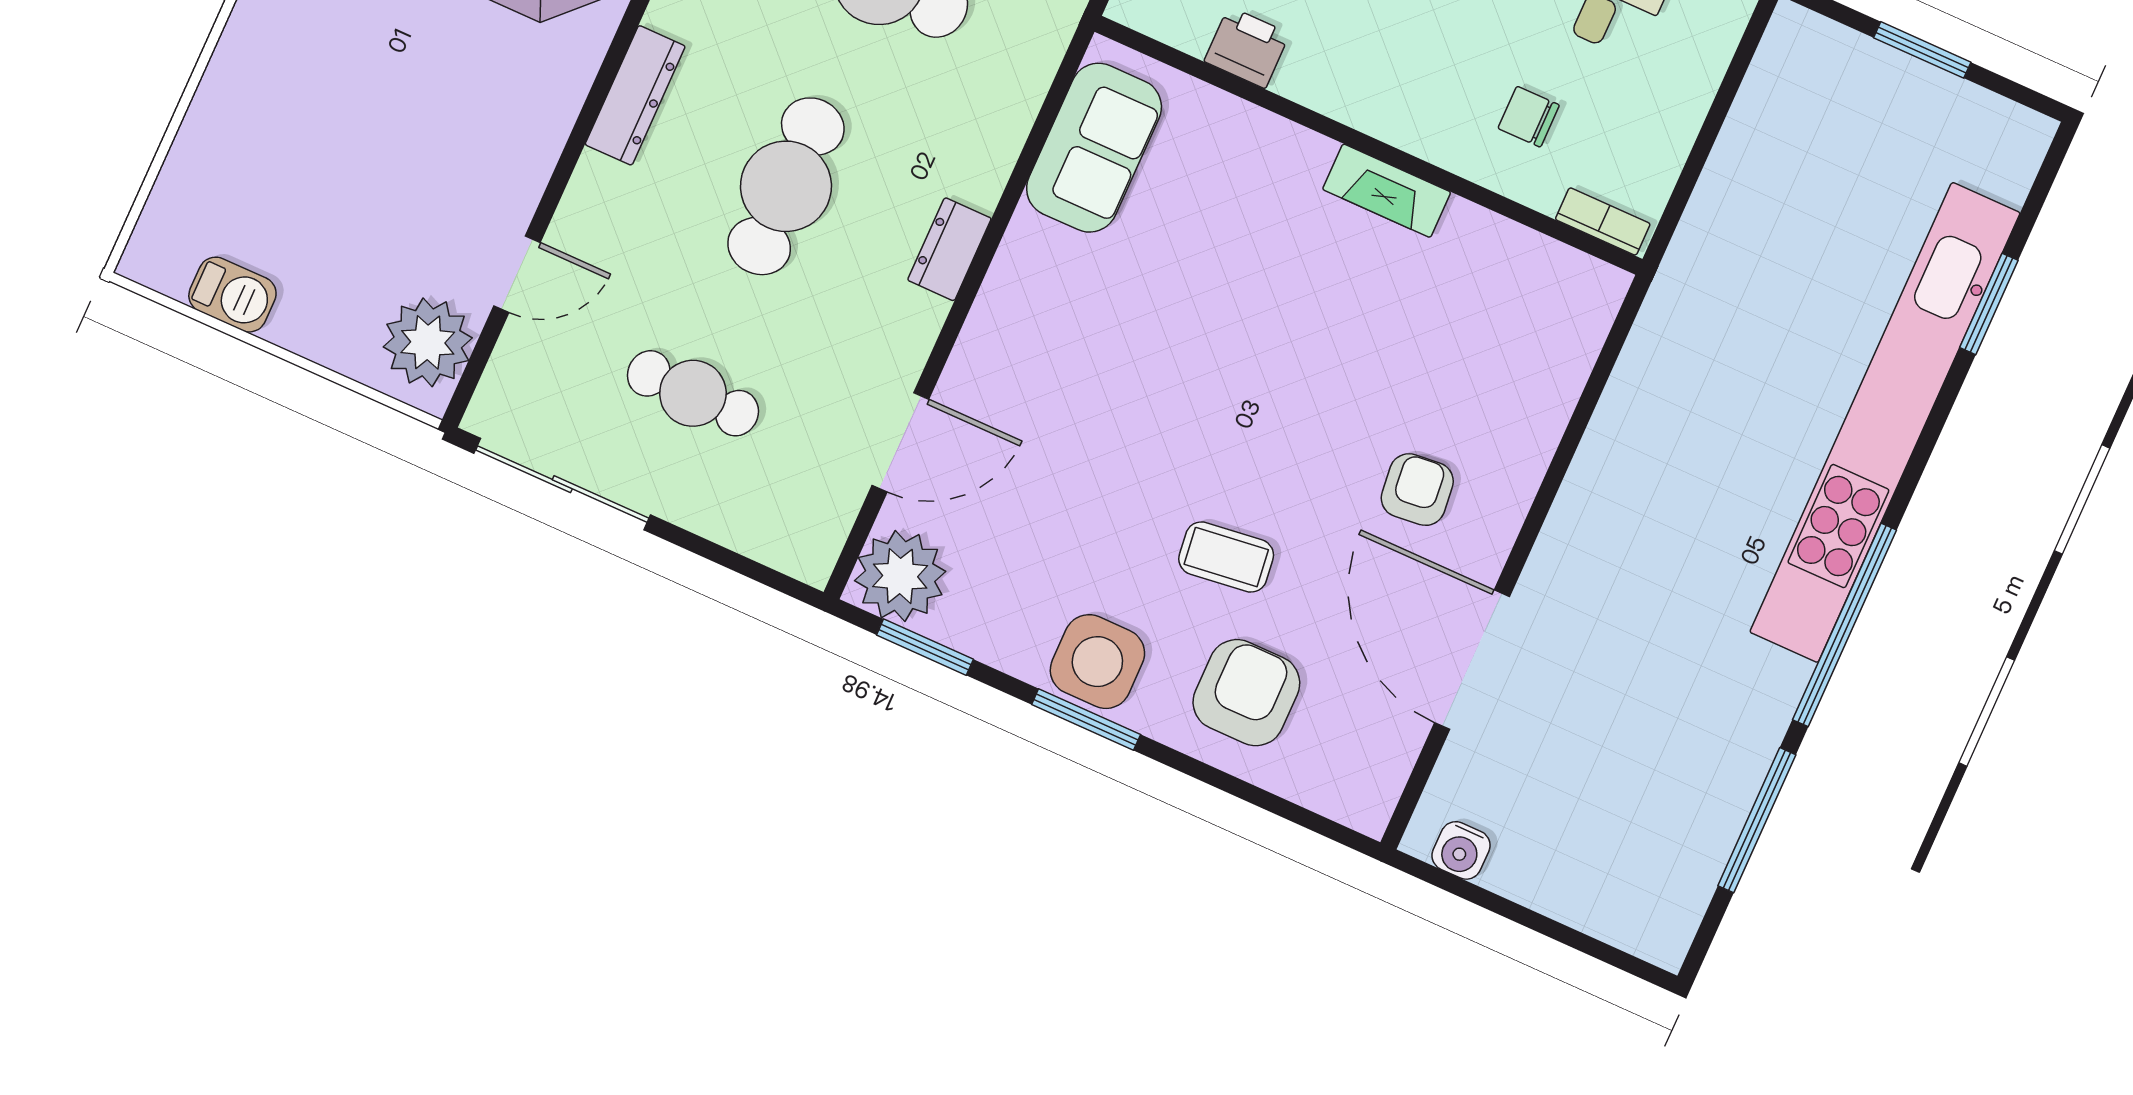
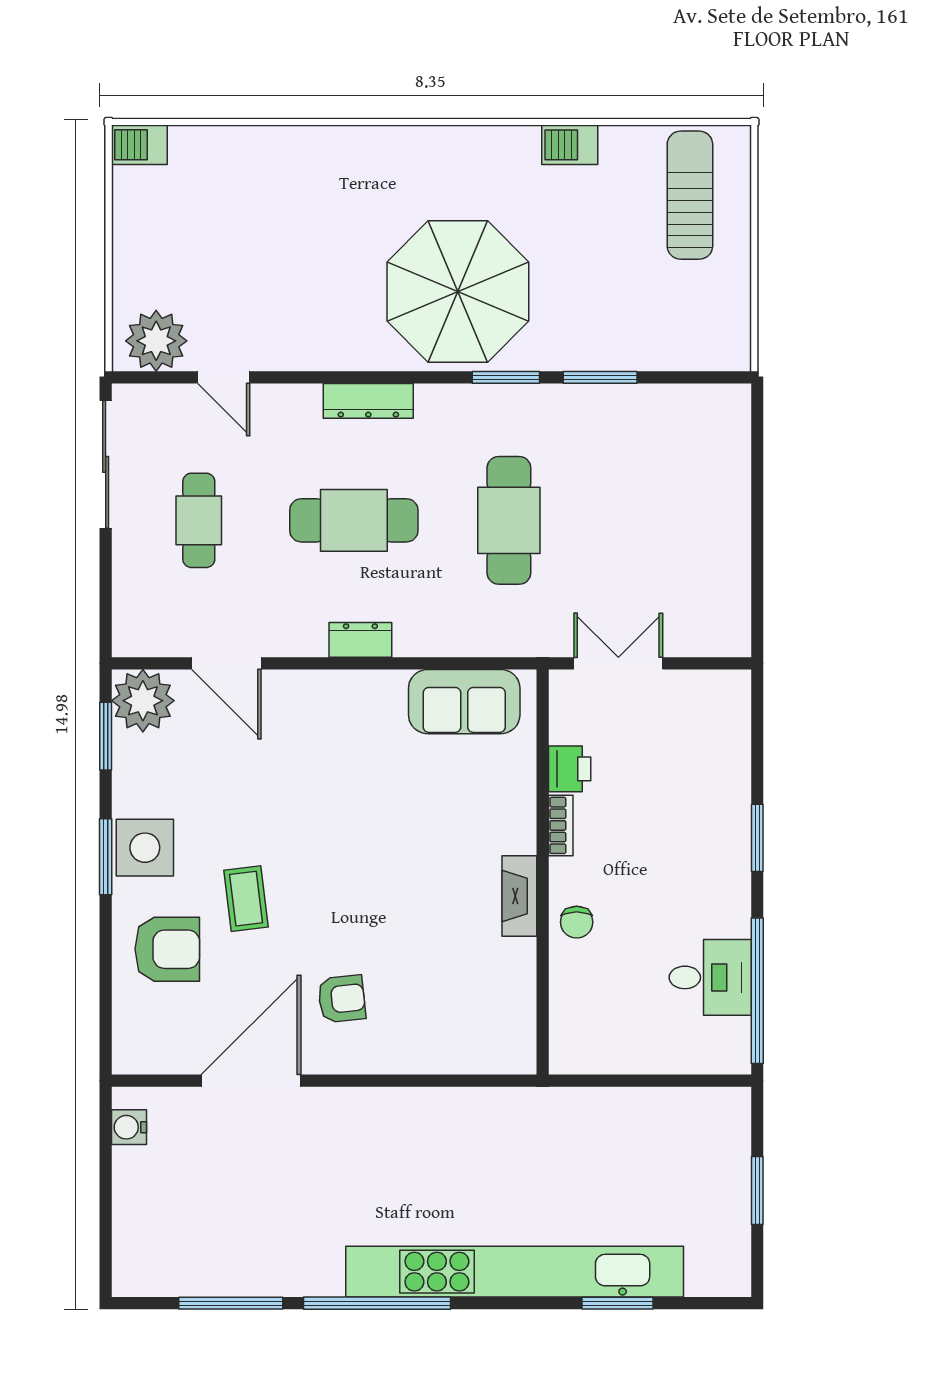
chair: (1529, 117) -> (577, 922), moved, turned 180
bookcase: (1603, 221) -> (561, 825), moved
barbecue: (232, 295) -> (139, 145), moved, turned 90

